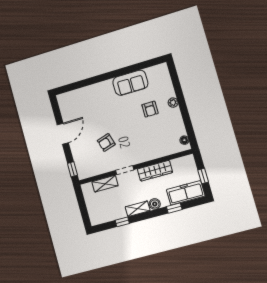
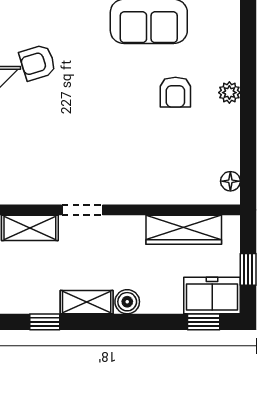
armchair: (106, 143) -> (38, 63), moved
wardrobe: (155, 171) -> (184, 230), moved
freezer: (186, 193) -> (212, 296), width x0.71
window: (174, 208) -> (204, 322), moved

